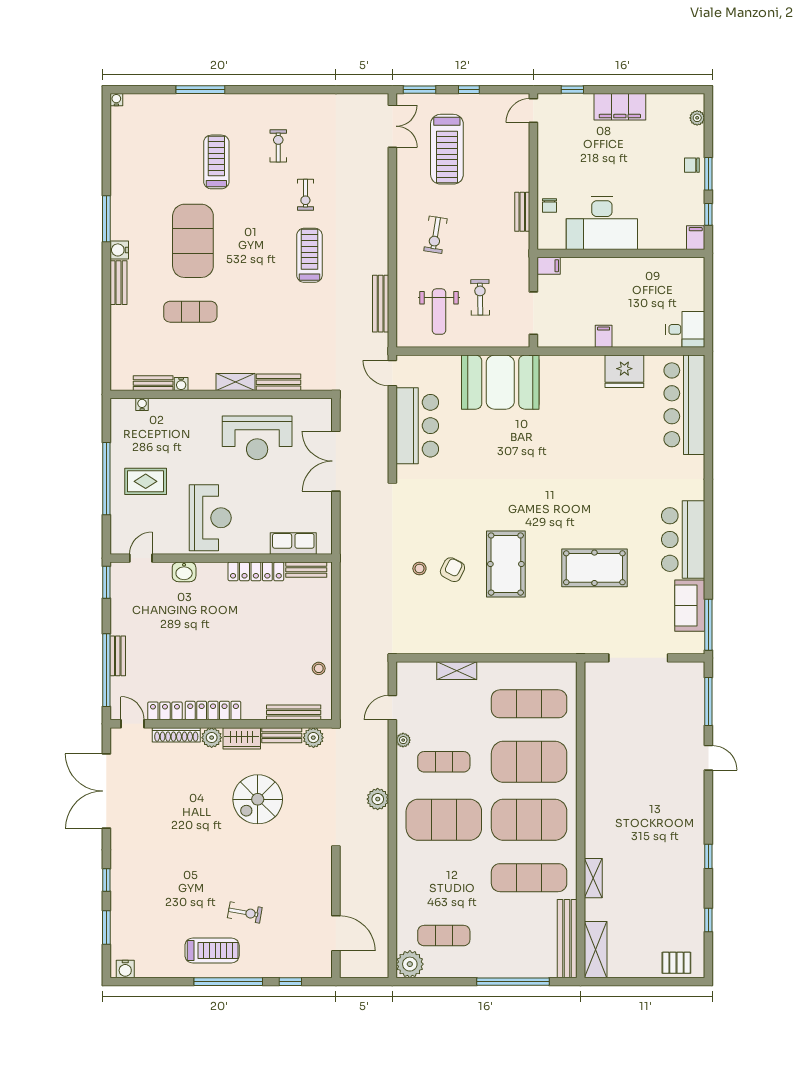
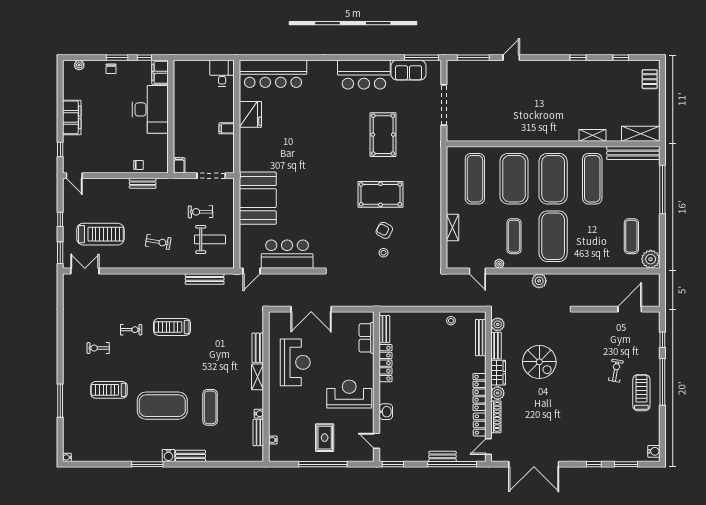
desk: (602, 223) -> (150, 109), moved
filing cabinet: (696, 238) -> (160, 72), width x2.00

